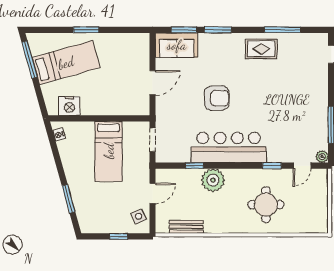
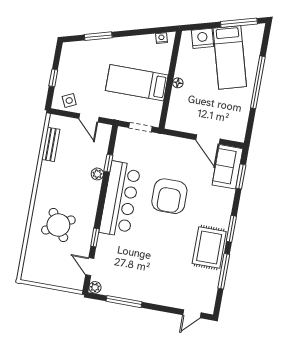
window: (86, 30) -> (258, 82), width x2.11
window: (218, 30) -> (231, 229), moved
rug: (261, 49) -> (209, 248), width x1.36, depth x1.43
door: (153, 83) -> (208, 139), moved
armchair: (217, 98) -> (169, 196), width x1.36, depth x1.36
nightstand: (69, 106) -> (202, 38), moved, turned 74
floor lamp: (101, 110) -> (178, 83), added
plant: (213, 180) -> (97, 174), width x0.53, depth x0.53
round table: (266, 205) -> (58, 225), turned -32

